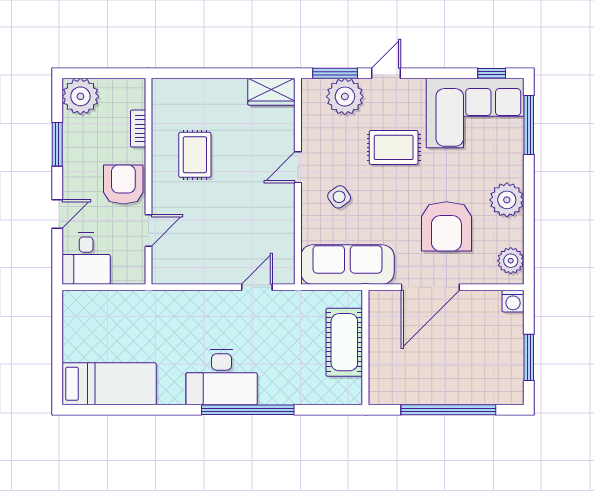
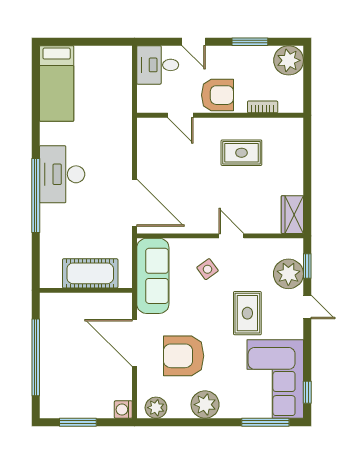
window: (335, 73) -> (307, 266), width x0.67
door: (257, 287) -> (134, 203), width x1.88

